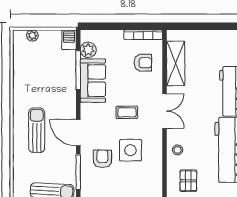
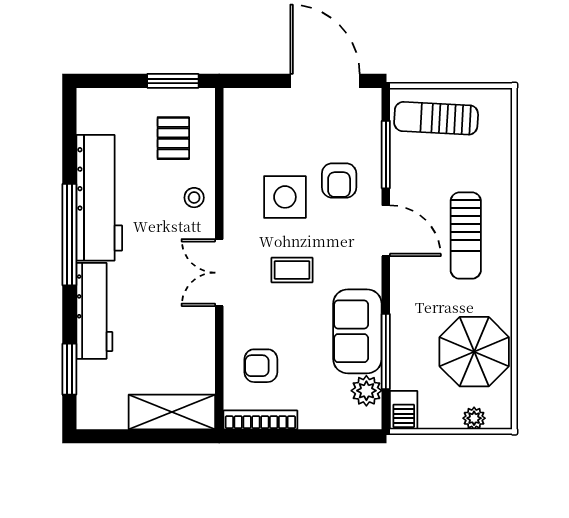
shelving: (176, 63) -> (172, 412), moved, turned 90
parasol: (32, 70) -> (474, 352), added

